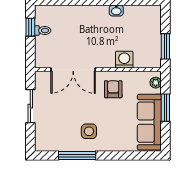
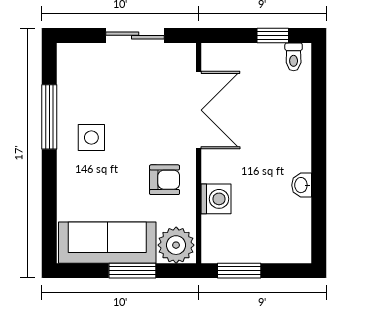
toilet: (43, 30) -> (294, 57), moved
double door: (73, 70) -> (199, 110), swing flipped
plant: (156, 83) -> (176, 245), width x1.88, depth x1.88

